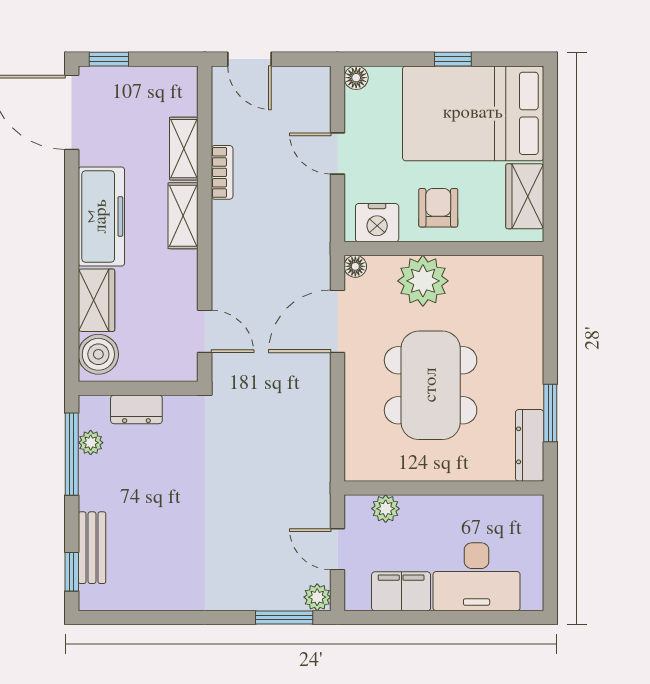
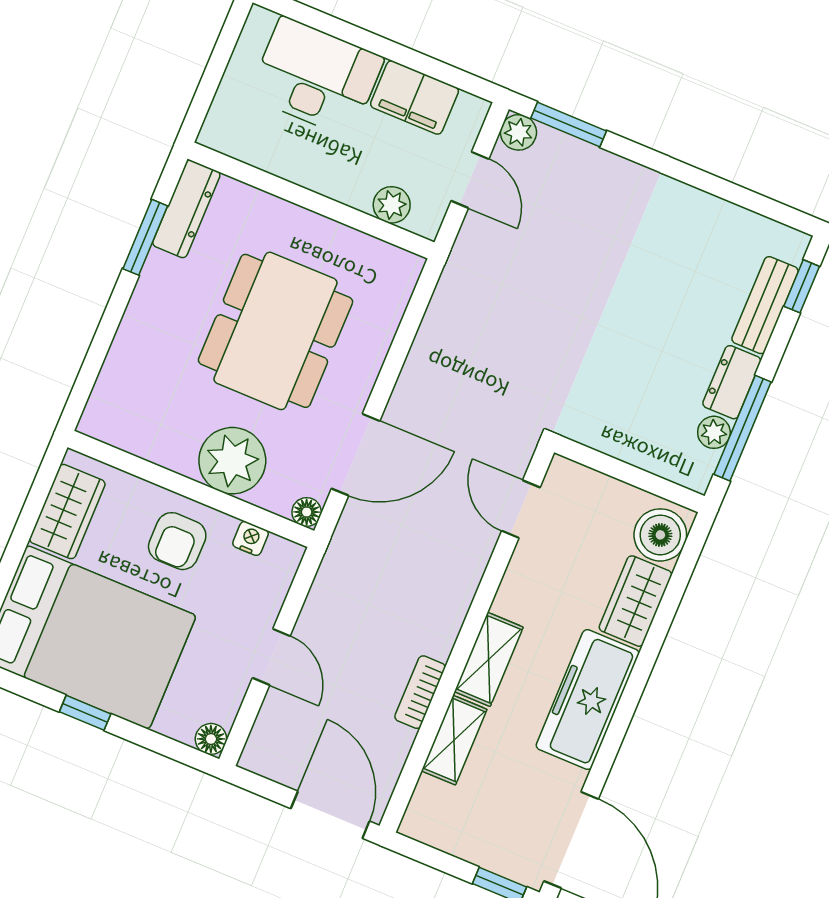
door: (249, 59) -> (330, 815), width x1.37
nightstand: (377, 223) -> (251, 538), width x0.53, depth x0.56
dresser: (136, 409) -> (732, 382), moved, turned -90

